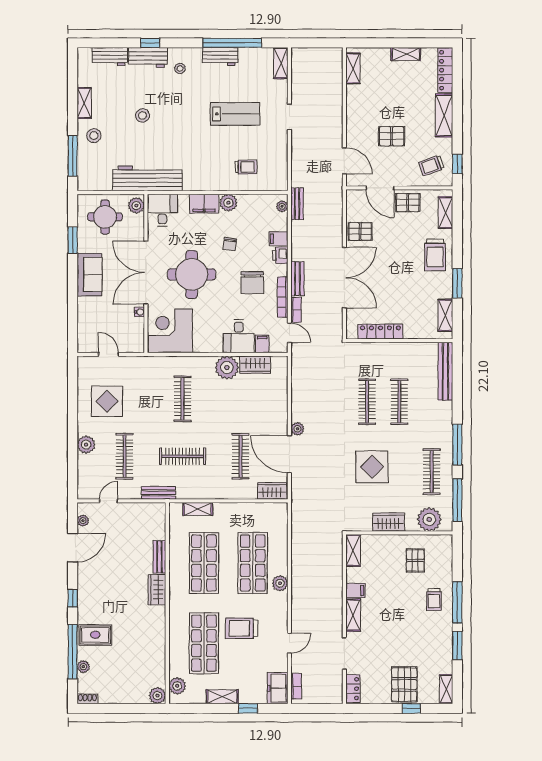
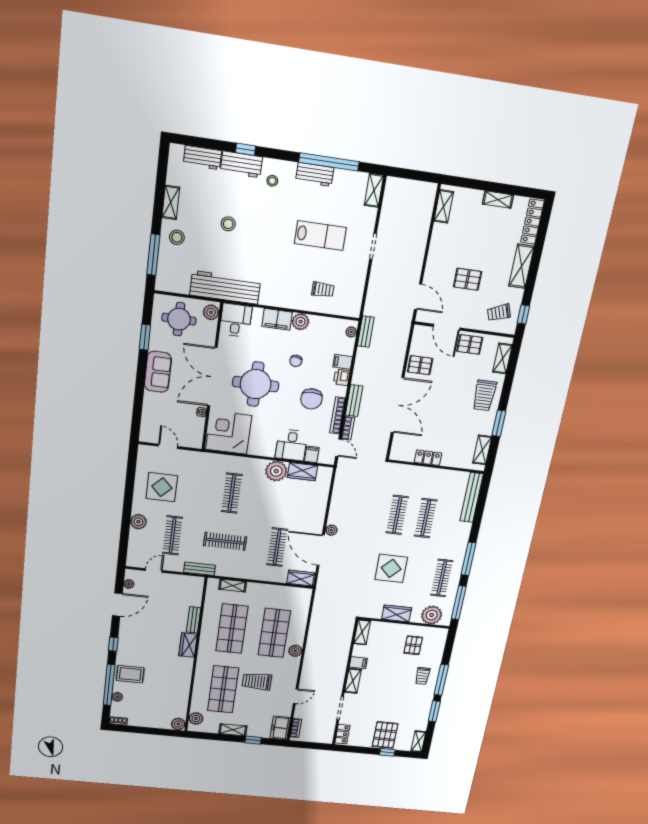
locker: (380, 332) -> (428, 458), width x0.66

